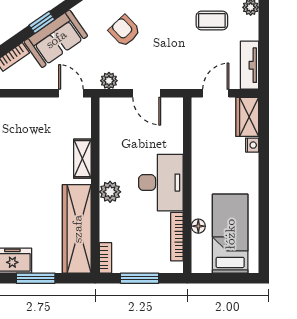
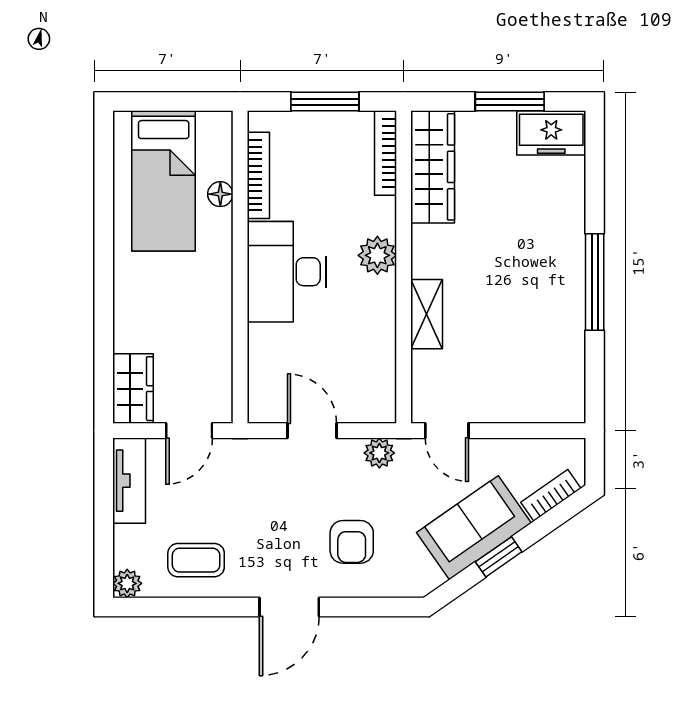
armchair: (124, 31) -> (352, 542), turned 44
nightstand: (252, 145) -> (125, 338), removed
wardrobe: (77, 229) -> (433, 167), width x0.71, depth x0.85
bookcase: (105, 258) -> (386, 153), width x1.56

